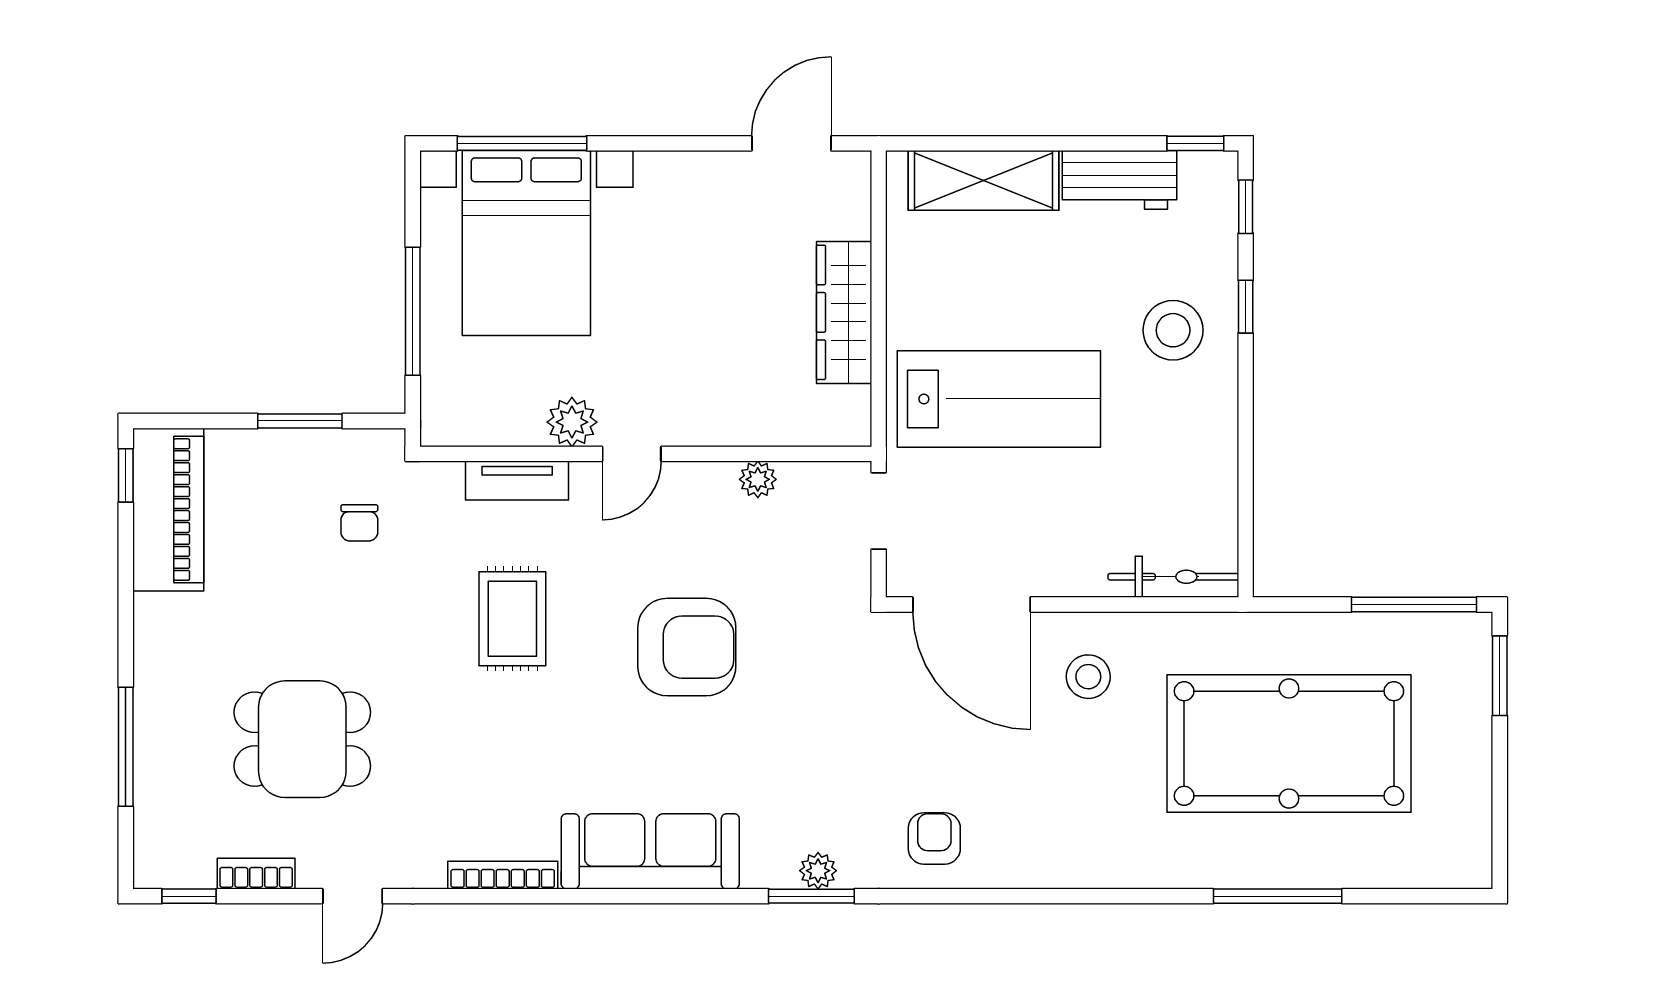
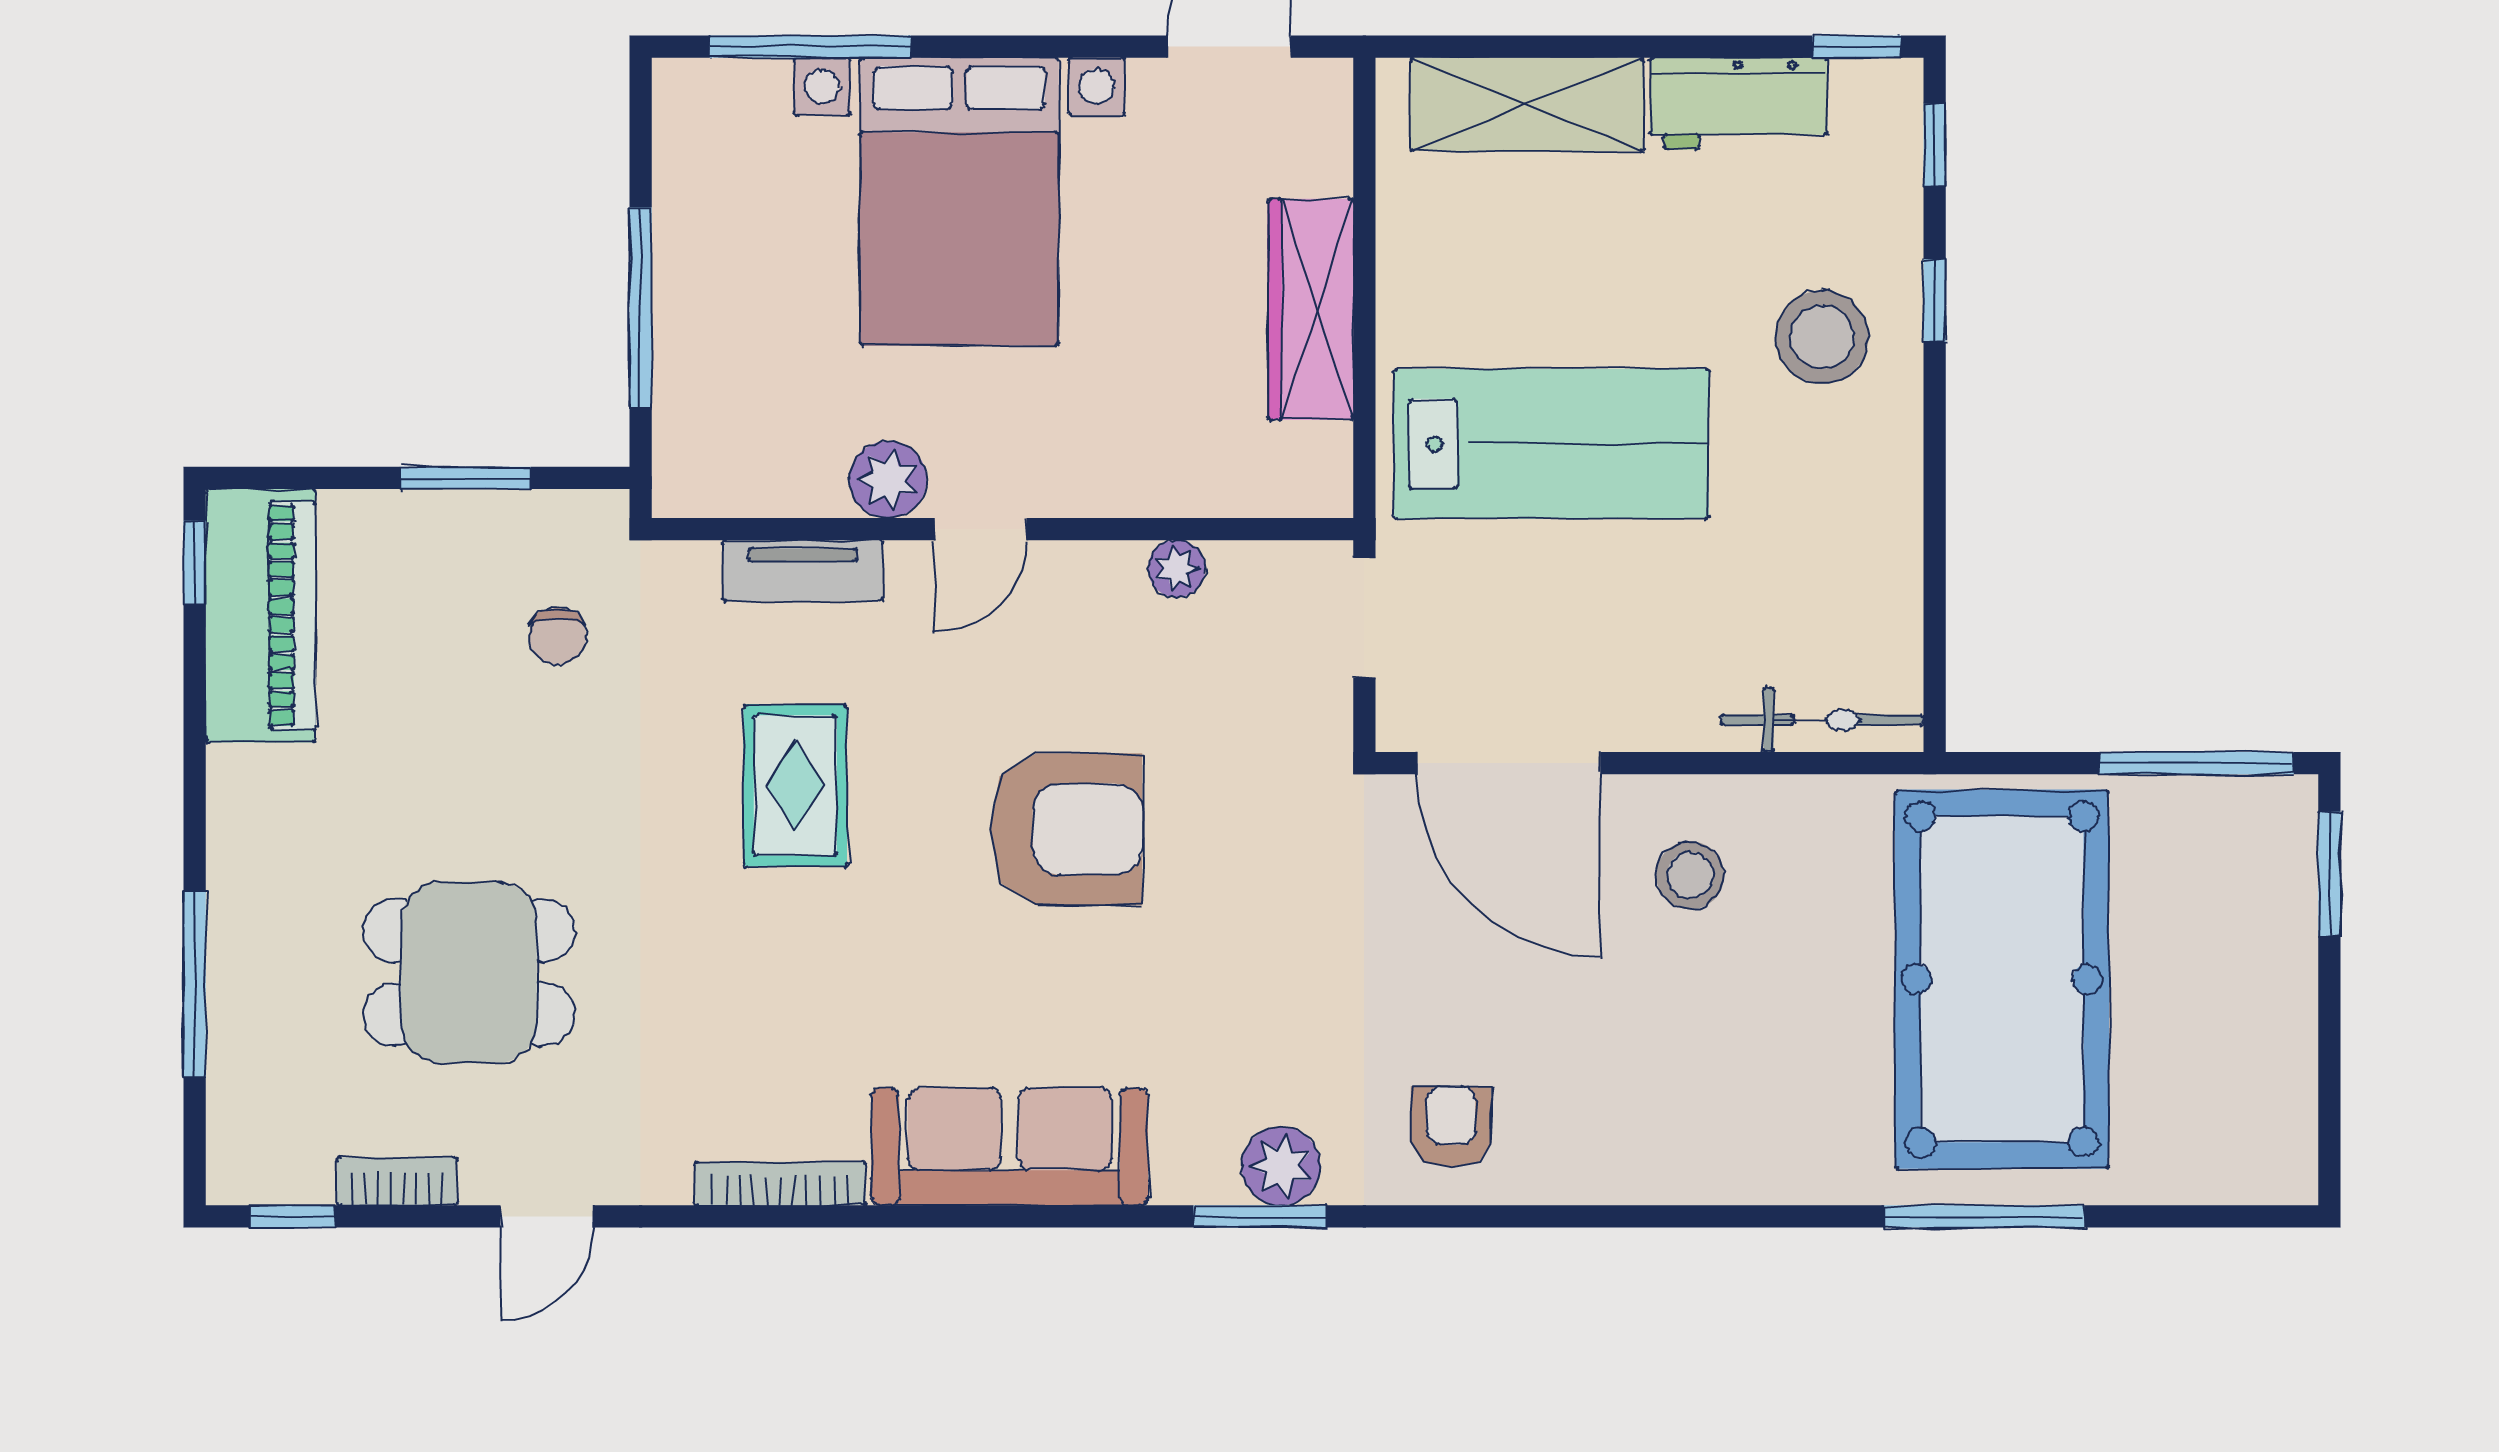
bed with nightstands: (526, 243) -> (959, 201), moved
pool table: (1289, 744) -> (2002, 979), turned 90
plant: (818, 871) -> (1281, 1166), width x1.38, depth x1.38

